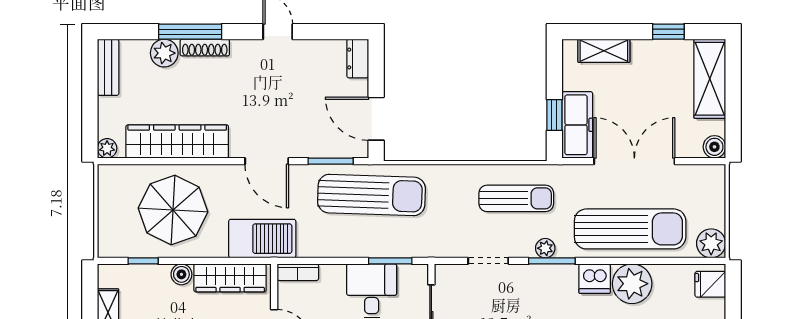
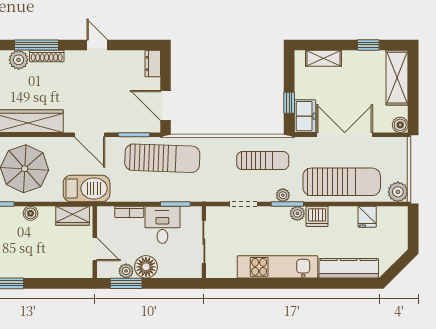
freezer: (577, 125) -> (305, 116), width x0.71
bookcase: (298, 272) -> (129, 212), moved
wardrobe: (230, 278) -> (73, 216), width x0.67
plant: (632, 284) -> (297, 213), moved, width x0.53, depth x0.53
fridge: (710, 284) -> (367, 217), moved, turned -90

